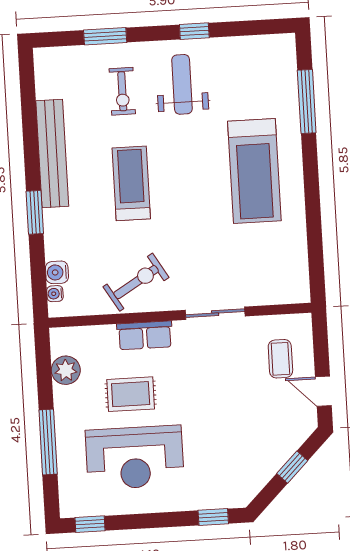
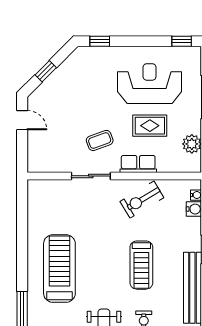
coffee table: (280, 359) -> (100, 140), moved, turned 70

